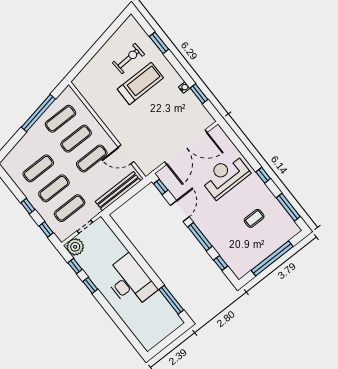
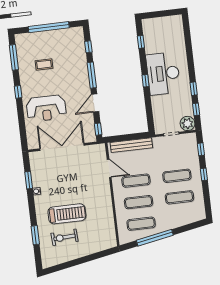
treadmill: (140, 83) -> (67, 214), turned 180
exercise mat: (70, 208) -> (174, 154), removed
window: (143, 264) -> (146, 81), added
window: (171, 300) -> (141, 42), width x0.46

